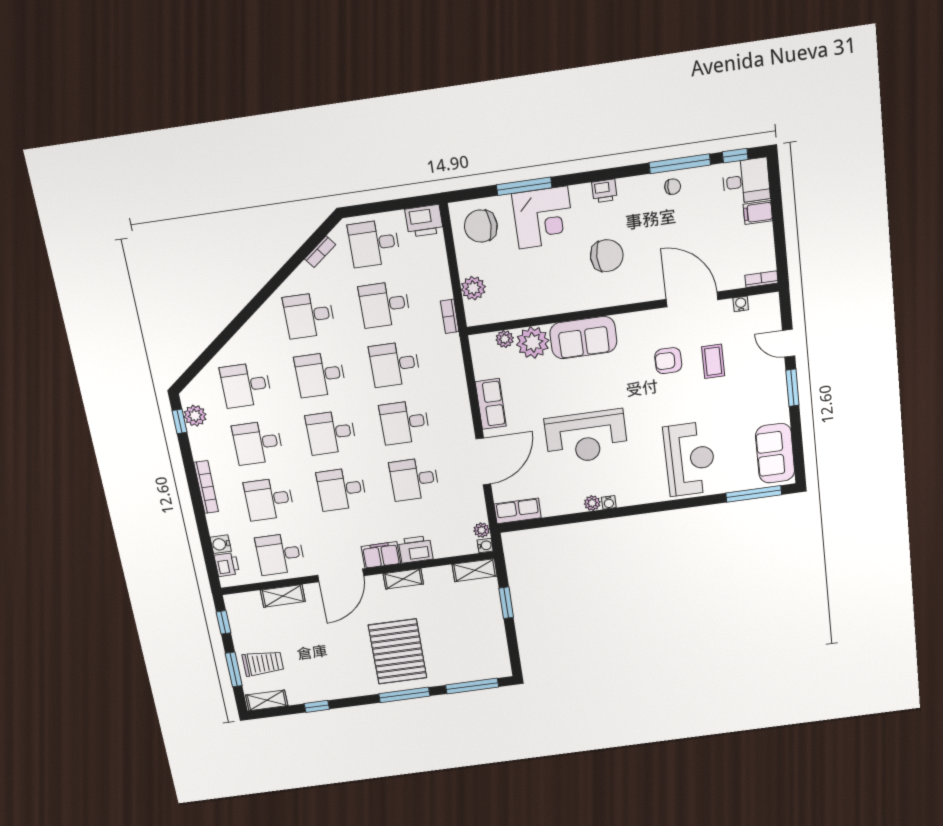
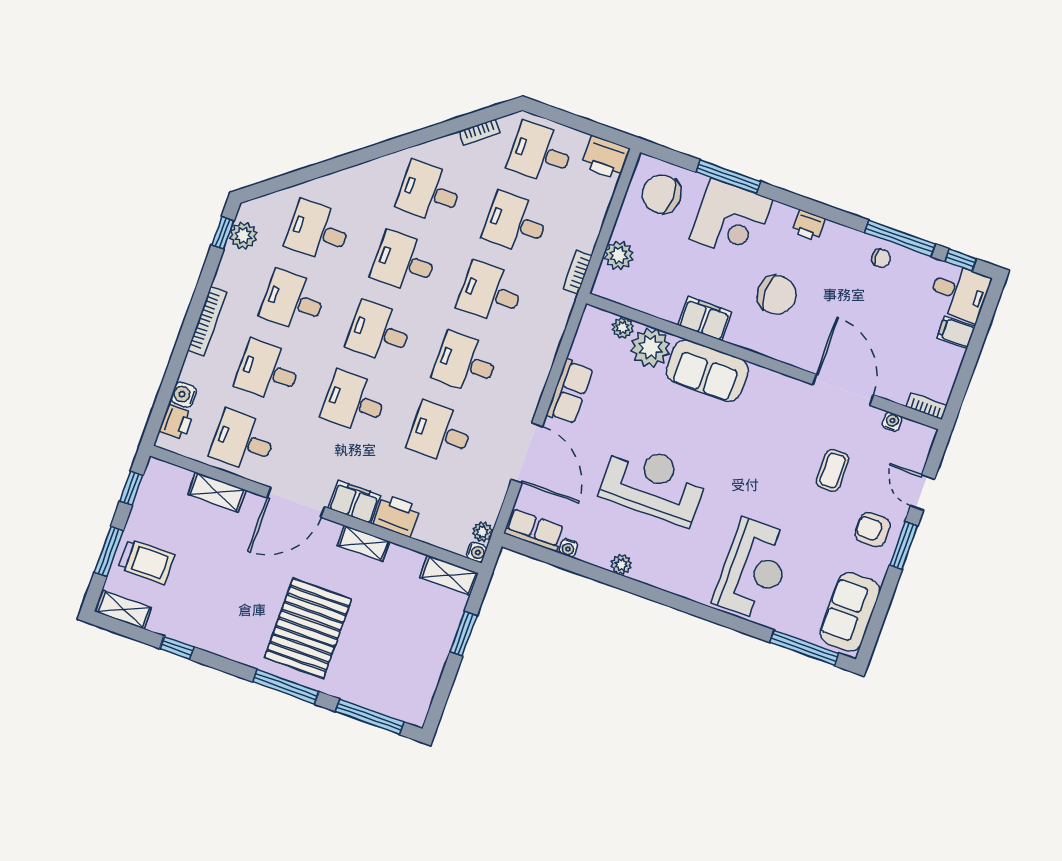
filing cabinet: (562, 301) -> (705, 318), added
armchair: (668, 361) -> (873, 530), moved
reception desk: (586, 437) -> (654, 484), turned 180
door: (483, 461) -> (527, 453), hinge flipped
water cooler: (609, 502) -> (568, 548), moved

